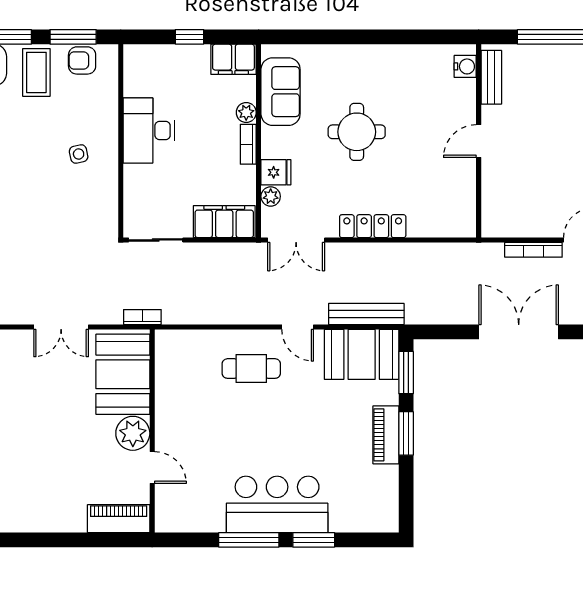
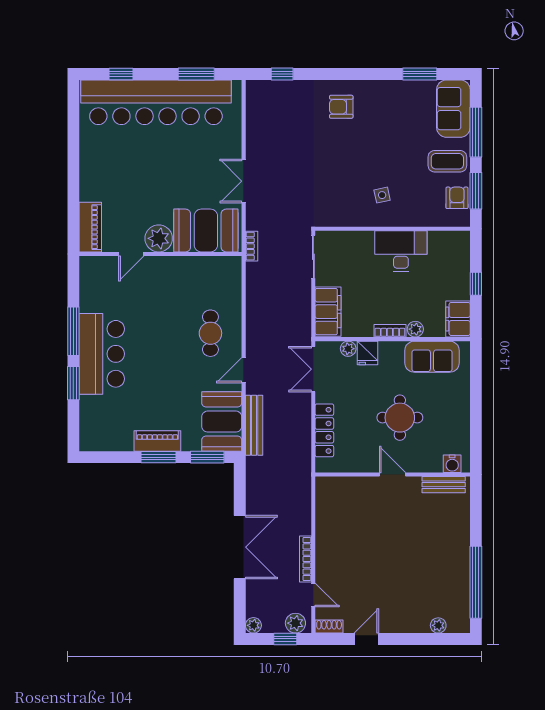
water cooler: (465, 66) -> (452, 464), moved
bench: (491, 77) -> (444, 485), moved
door: (479, 141) -> (392, 475), moved
wall: (479, 141) -> (393, 475), moved

